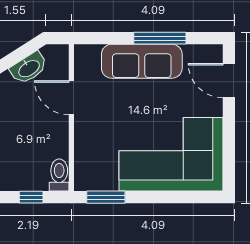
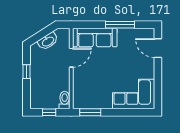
sofa: (142, 61) -> (95, 37), moved
door: (71, 98) -> (71, 58), swing flipped
corner sofa: (171, 154) -> (134, 94), width x0.73, depth x0.74

